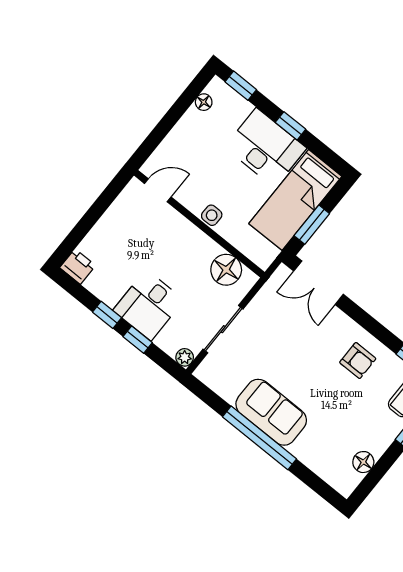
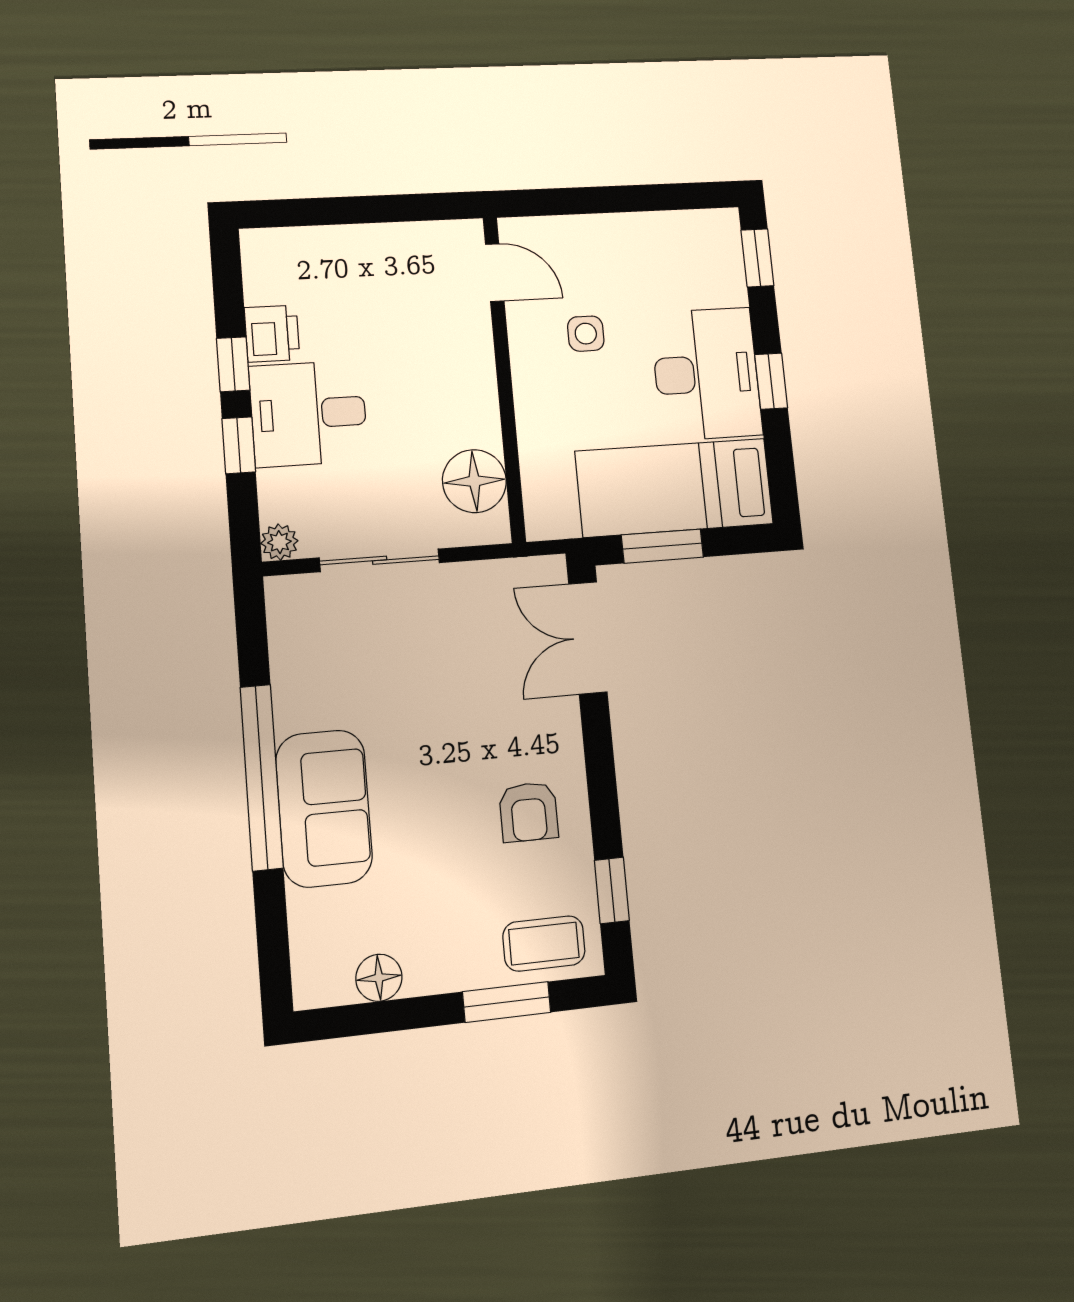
floor lamp: (204, 102) -> (684, 226), removed
side table: (212, 215) -> (586, 334), moved
printer: (78, 266) -> (272, 334), moved
sofa: (271, 412) -> (324, 808), moved

